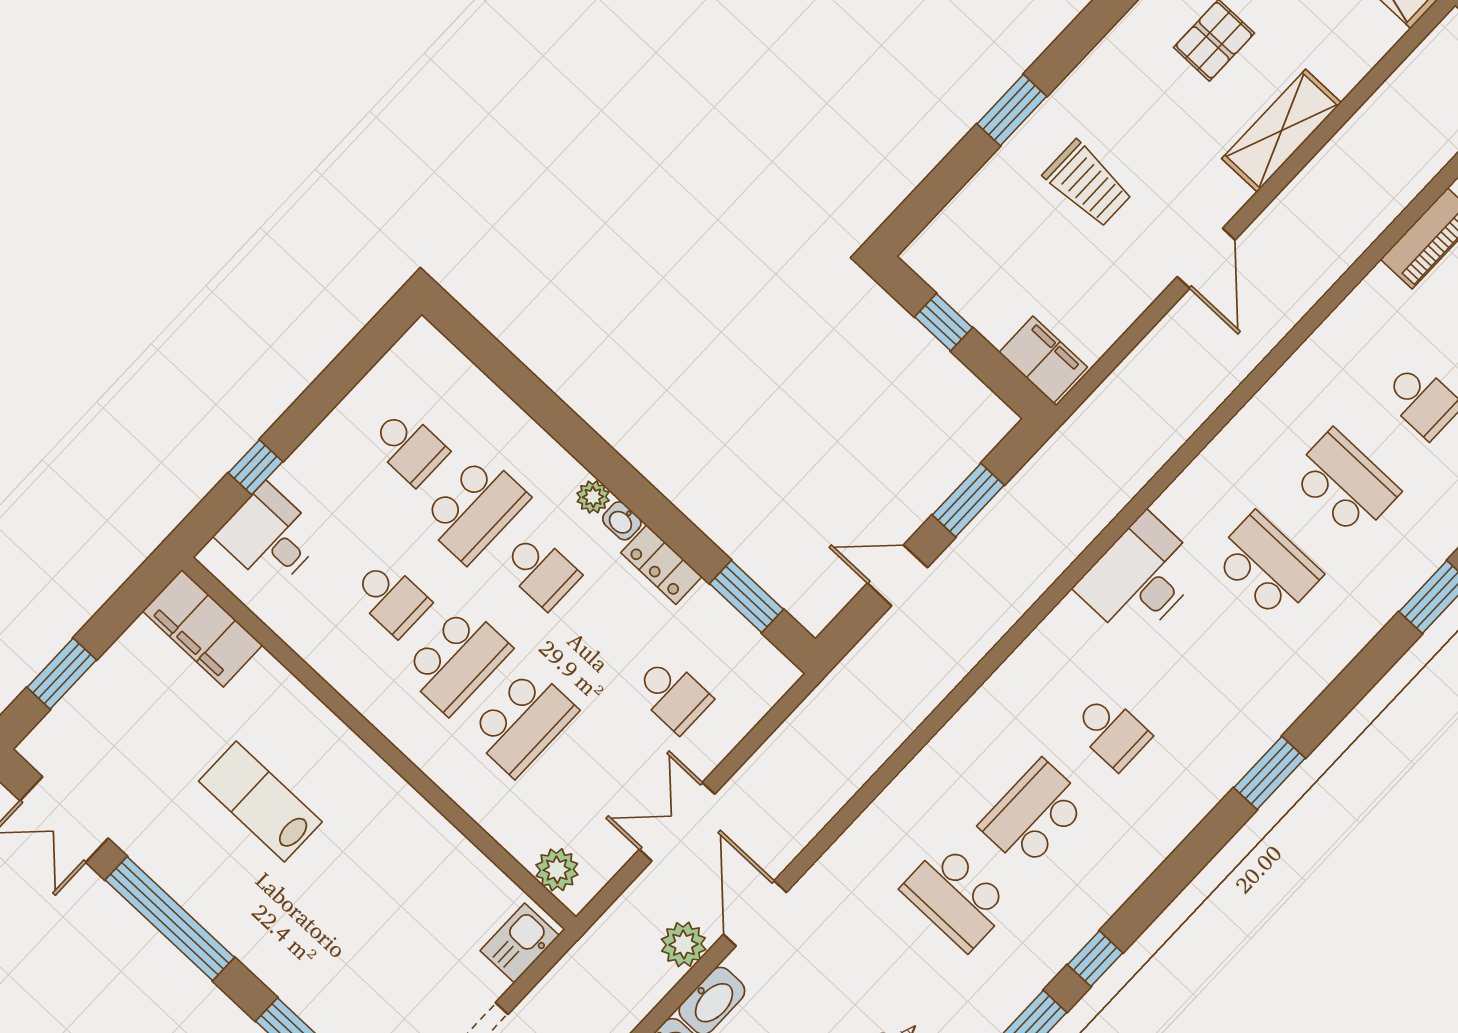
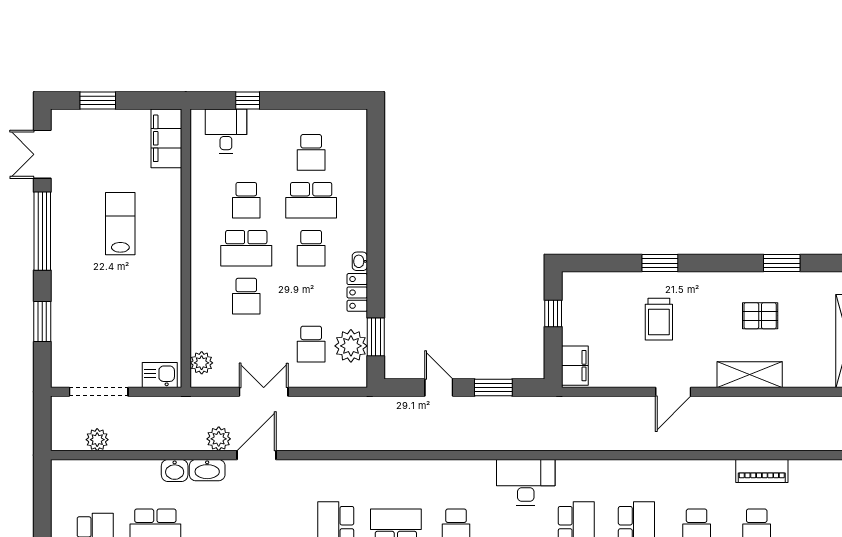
plant: (593, 497) -> (351, 346), moved, width x1.88, depth x1.88
school desk: (523, 722) -> (246, 296), width x0.54

